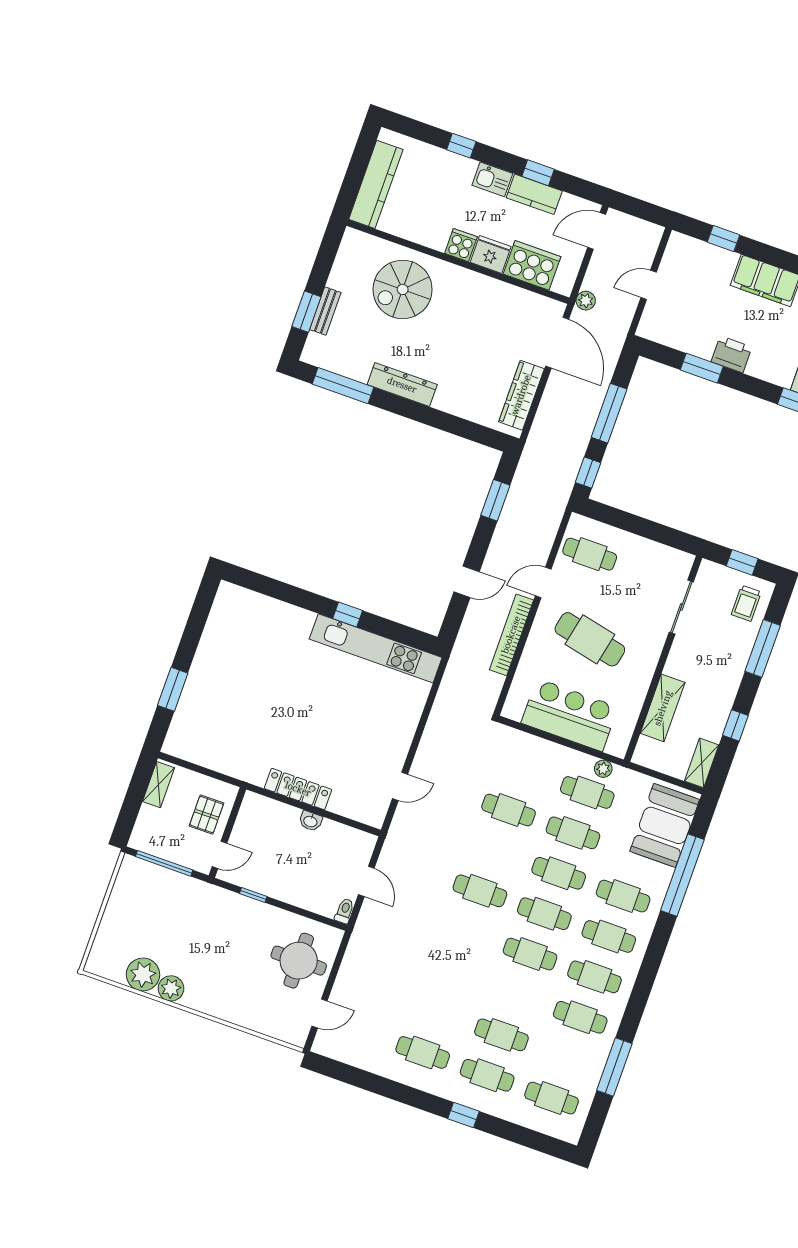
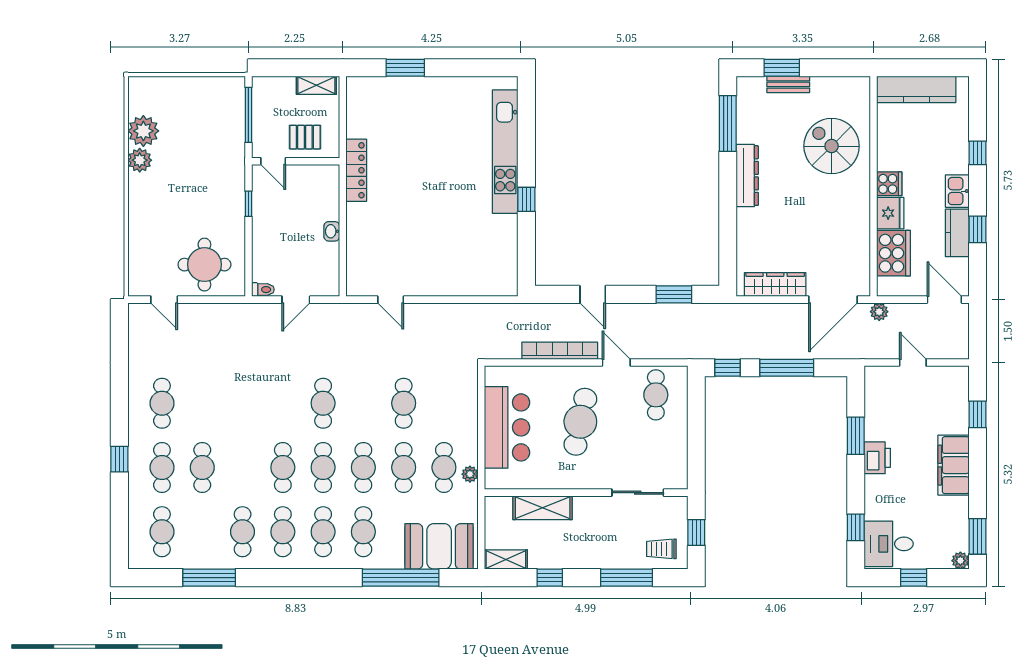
kitchen unit: (376, 648) -> (505, 152), moved
locker: (298, 789) -> (356, 170), moved

